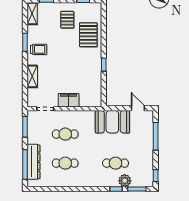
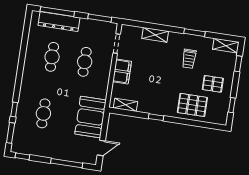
trolley: (39, 49) -> (189, 59), moved
shelving: (97, 93) -> (126, 105), added
plant: (125, 181) -> (22, 121), removed

